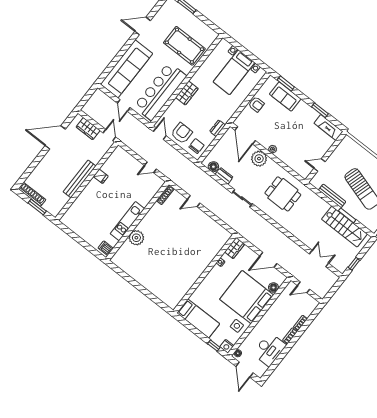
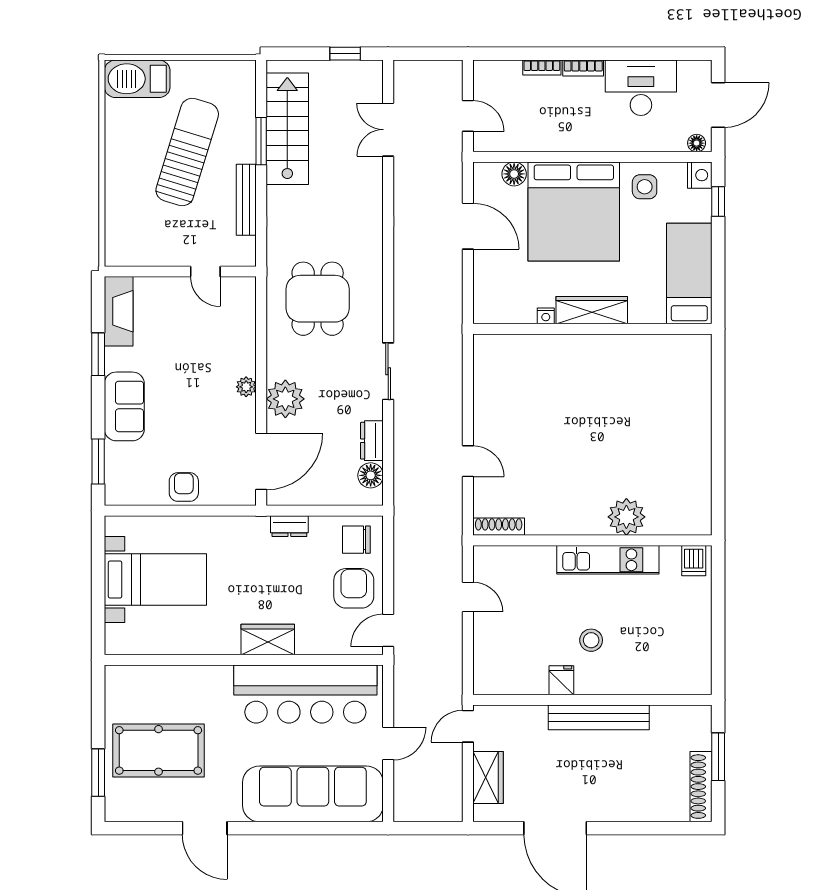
pool table: (184, 46) -> (159, 750), moved, turned 90
sofa: (285, 96) -> (124, 406), moved
armchair: (182, 133) -> (354, 588), turned 90
stool: (106, 196) -> (591, 640), added
wardrobe: (235, 248) -> (592, 310), moved, width x1.50

